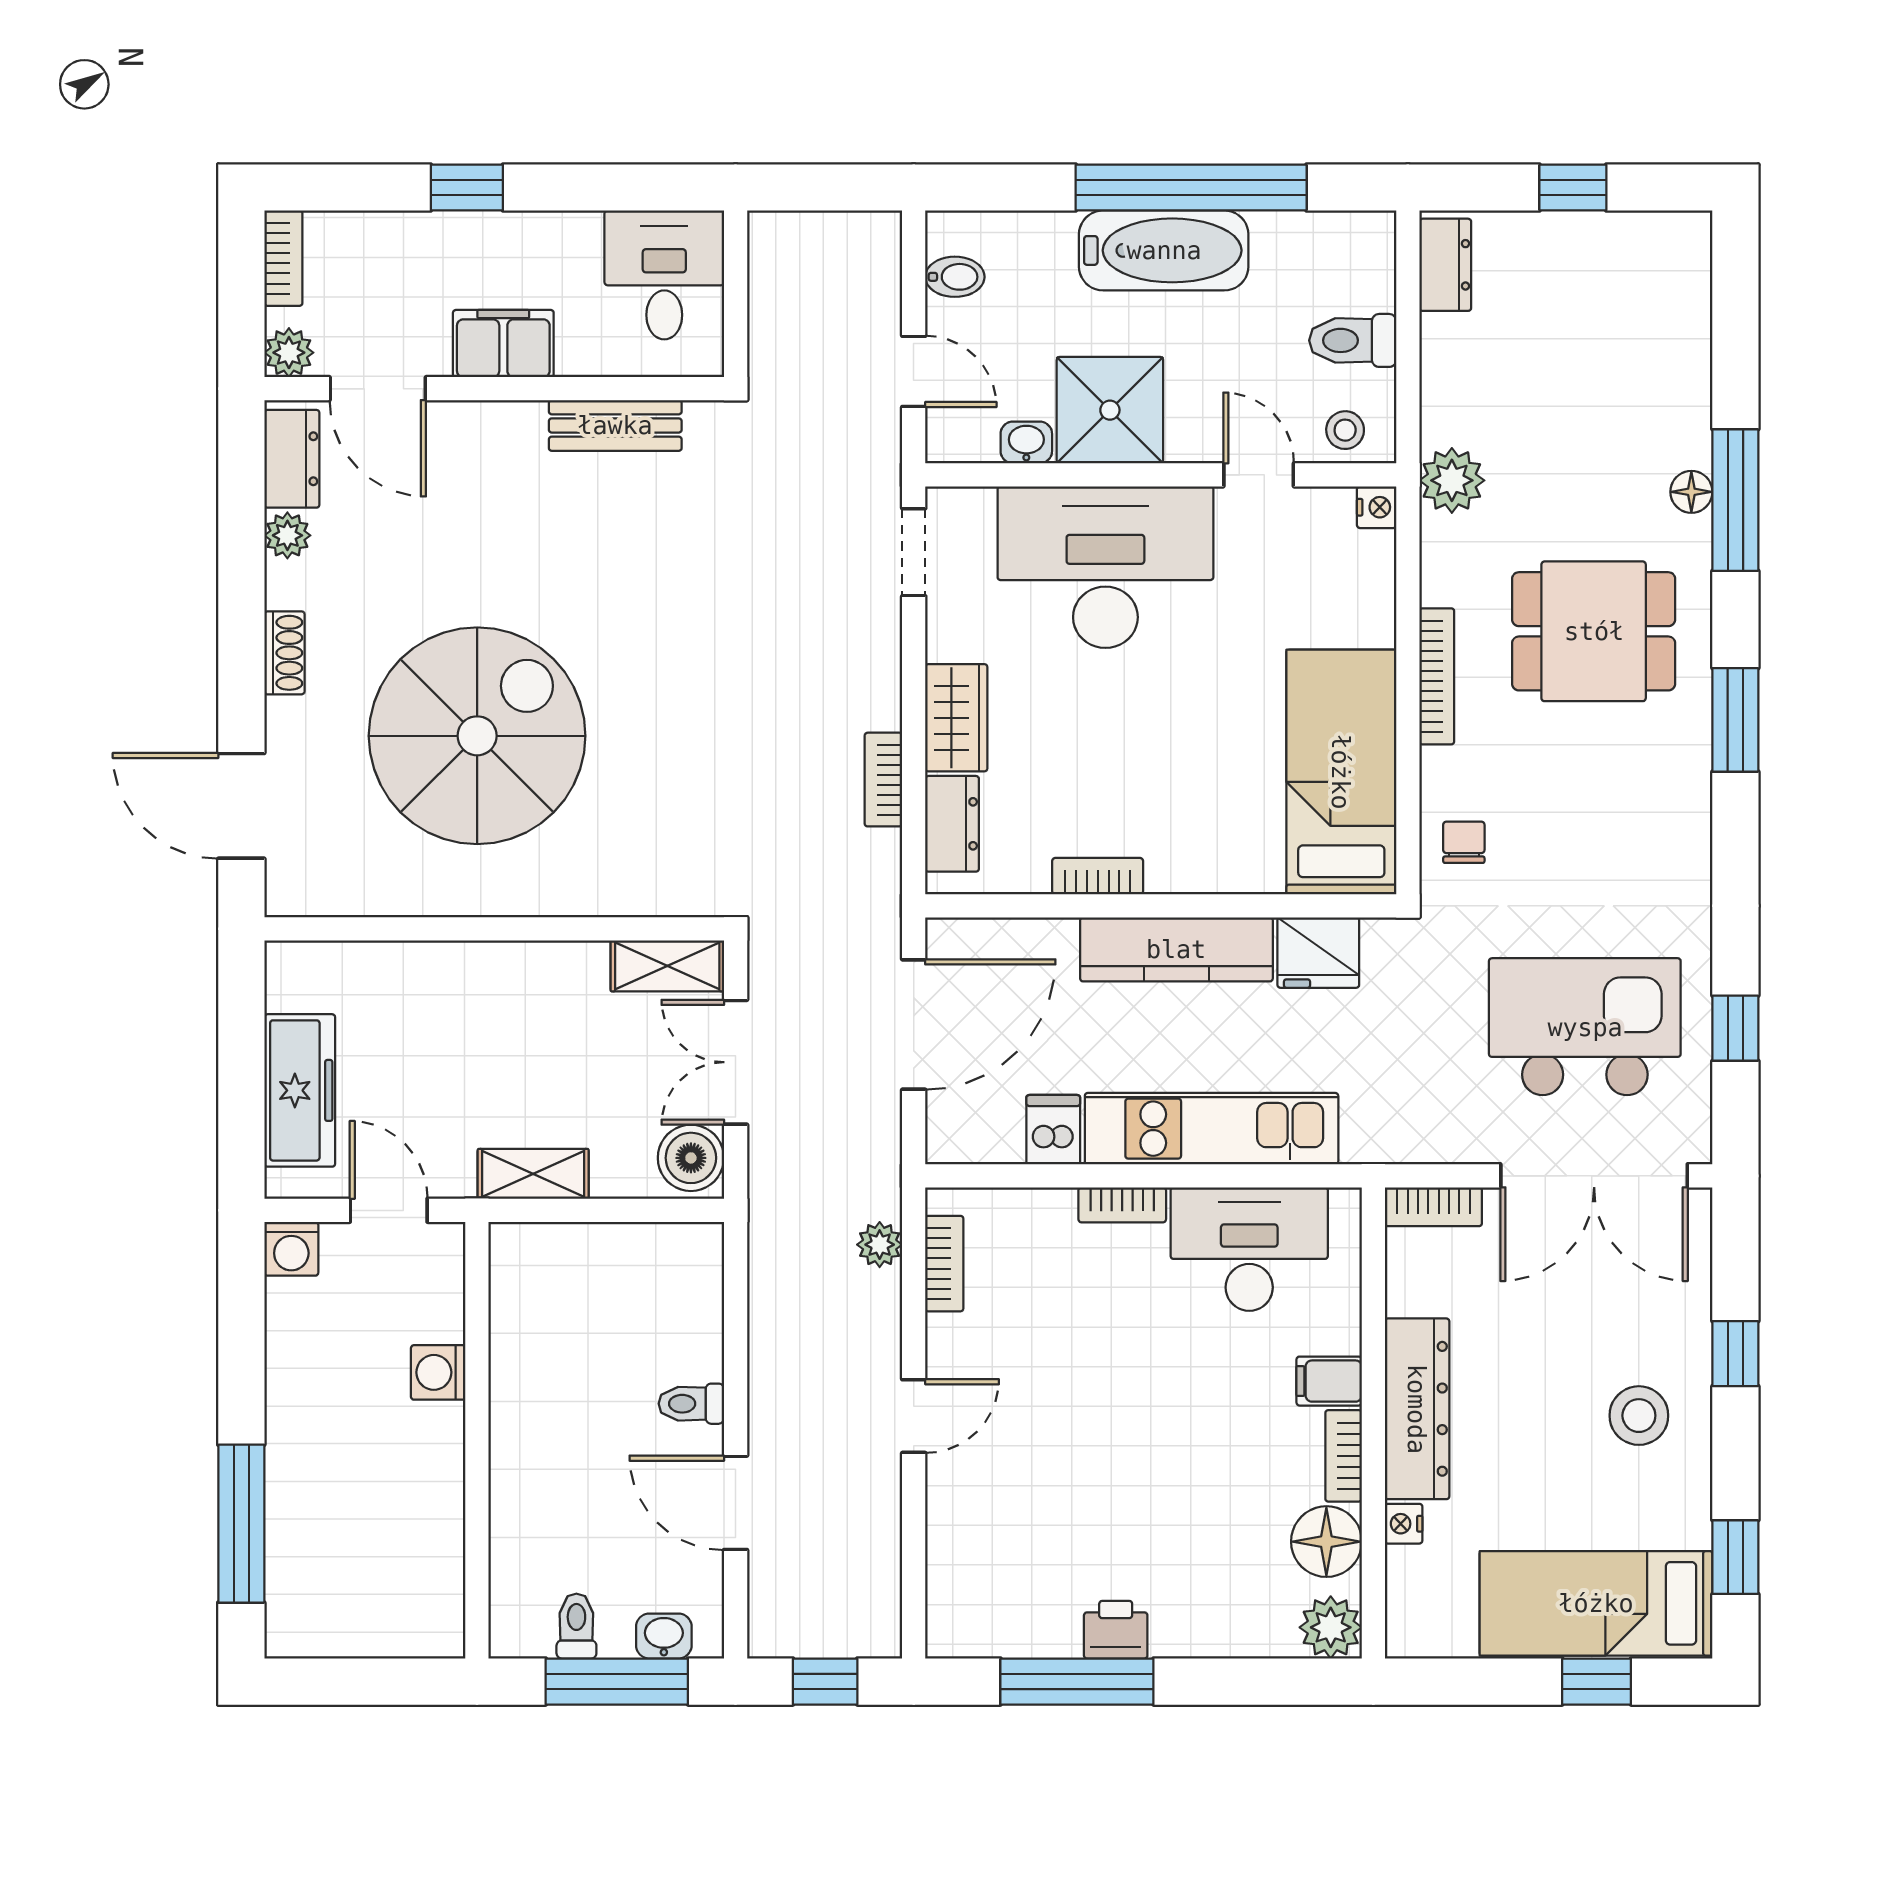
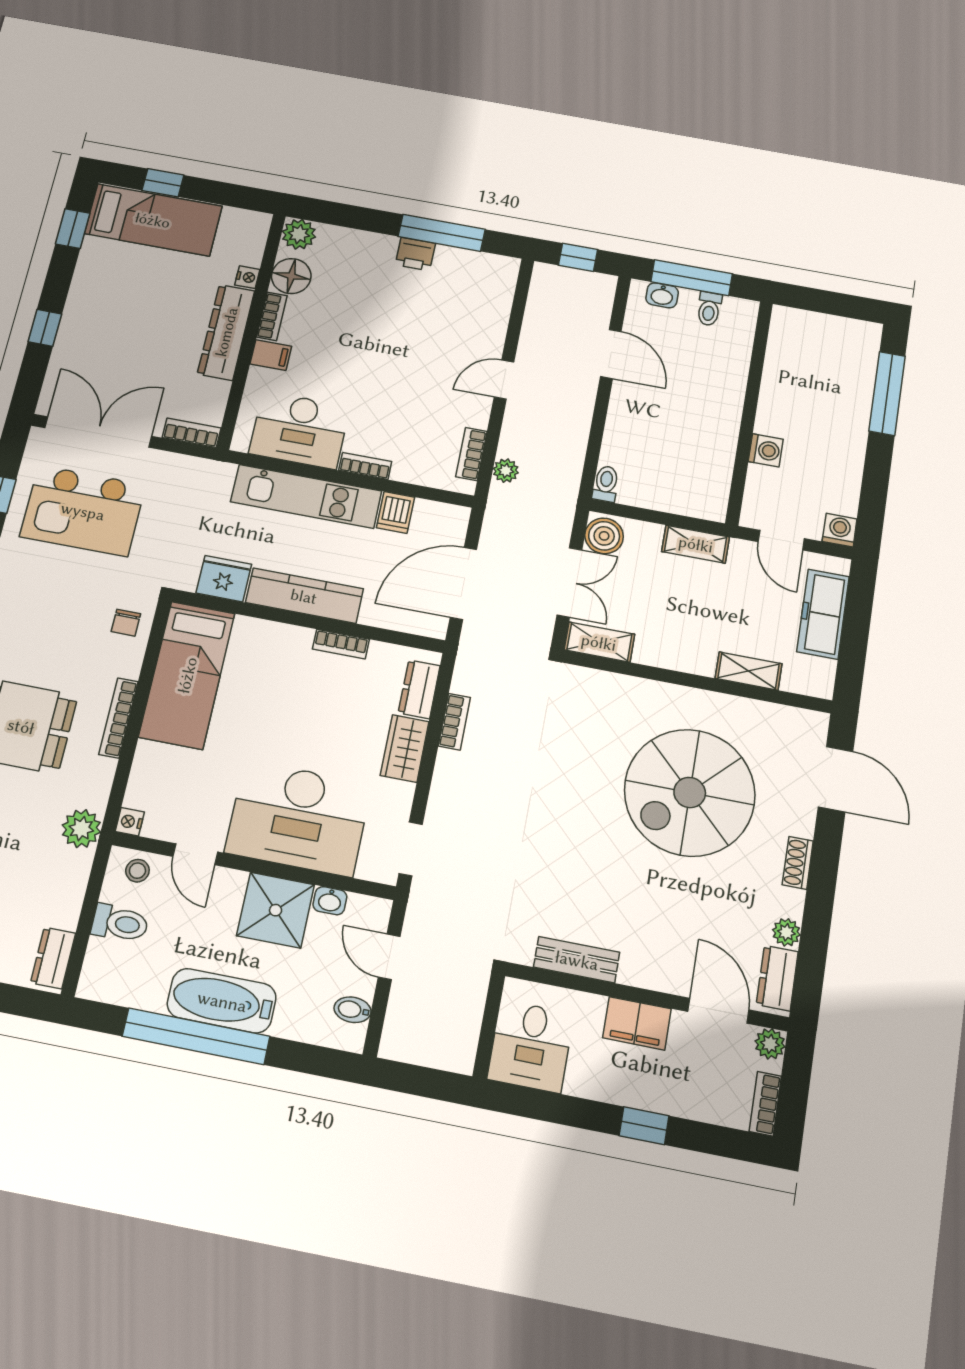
shelving: (411, 964) -> (749, 671), added
toilet: (691, 1404) -> (606, 484), moved, turned -90
stool: (1639, 1416) -> (106, 307), removed

